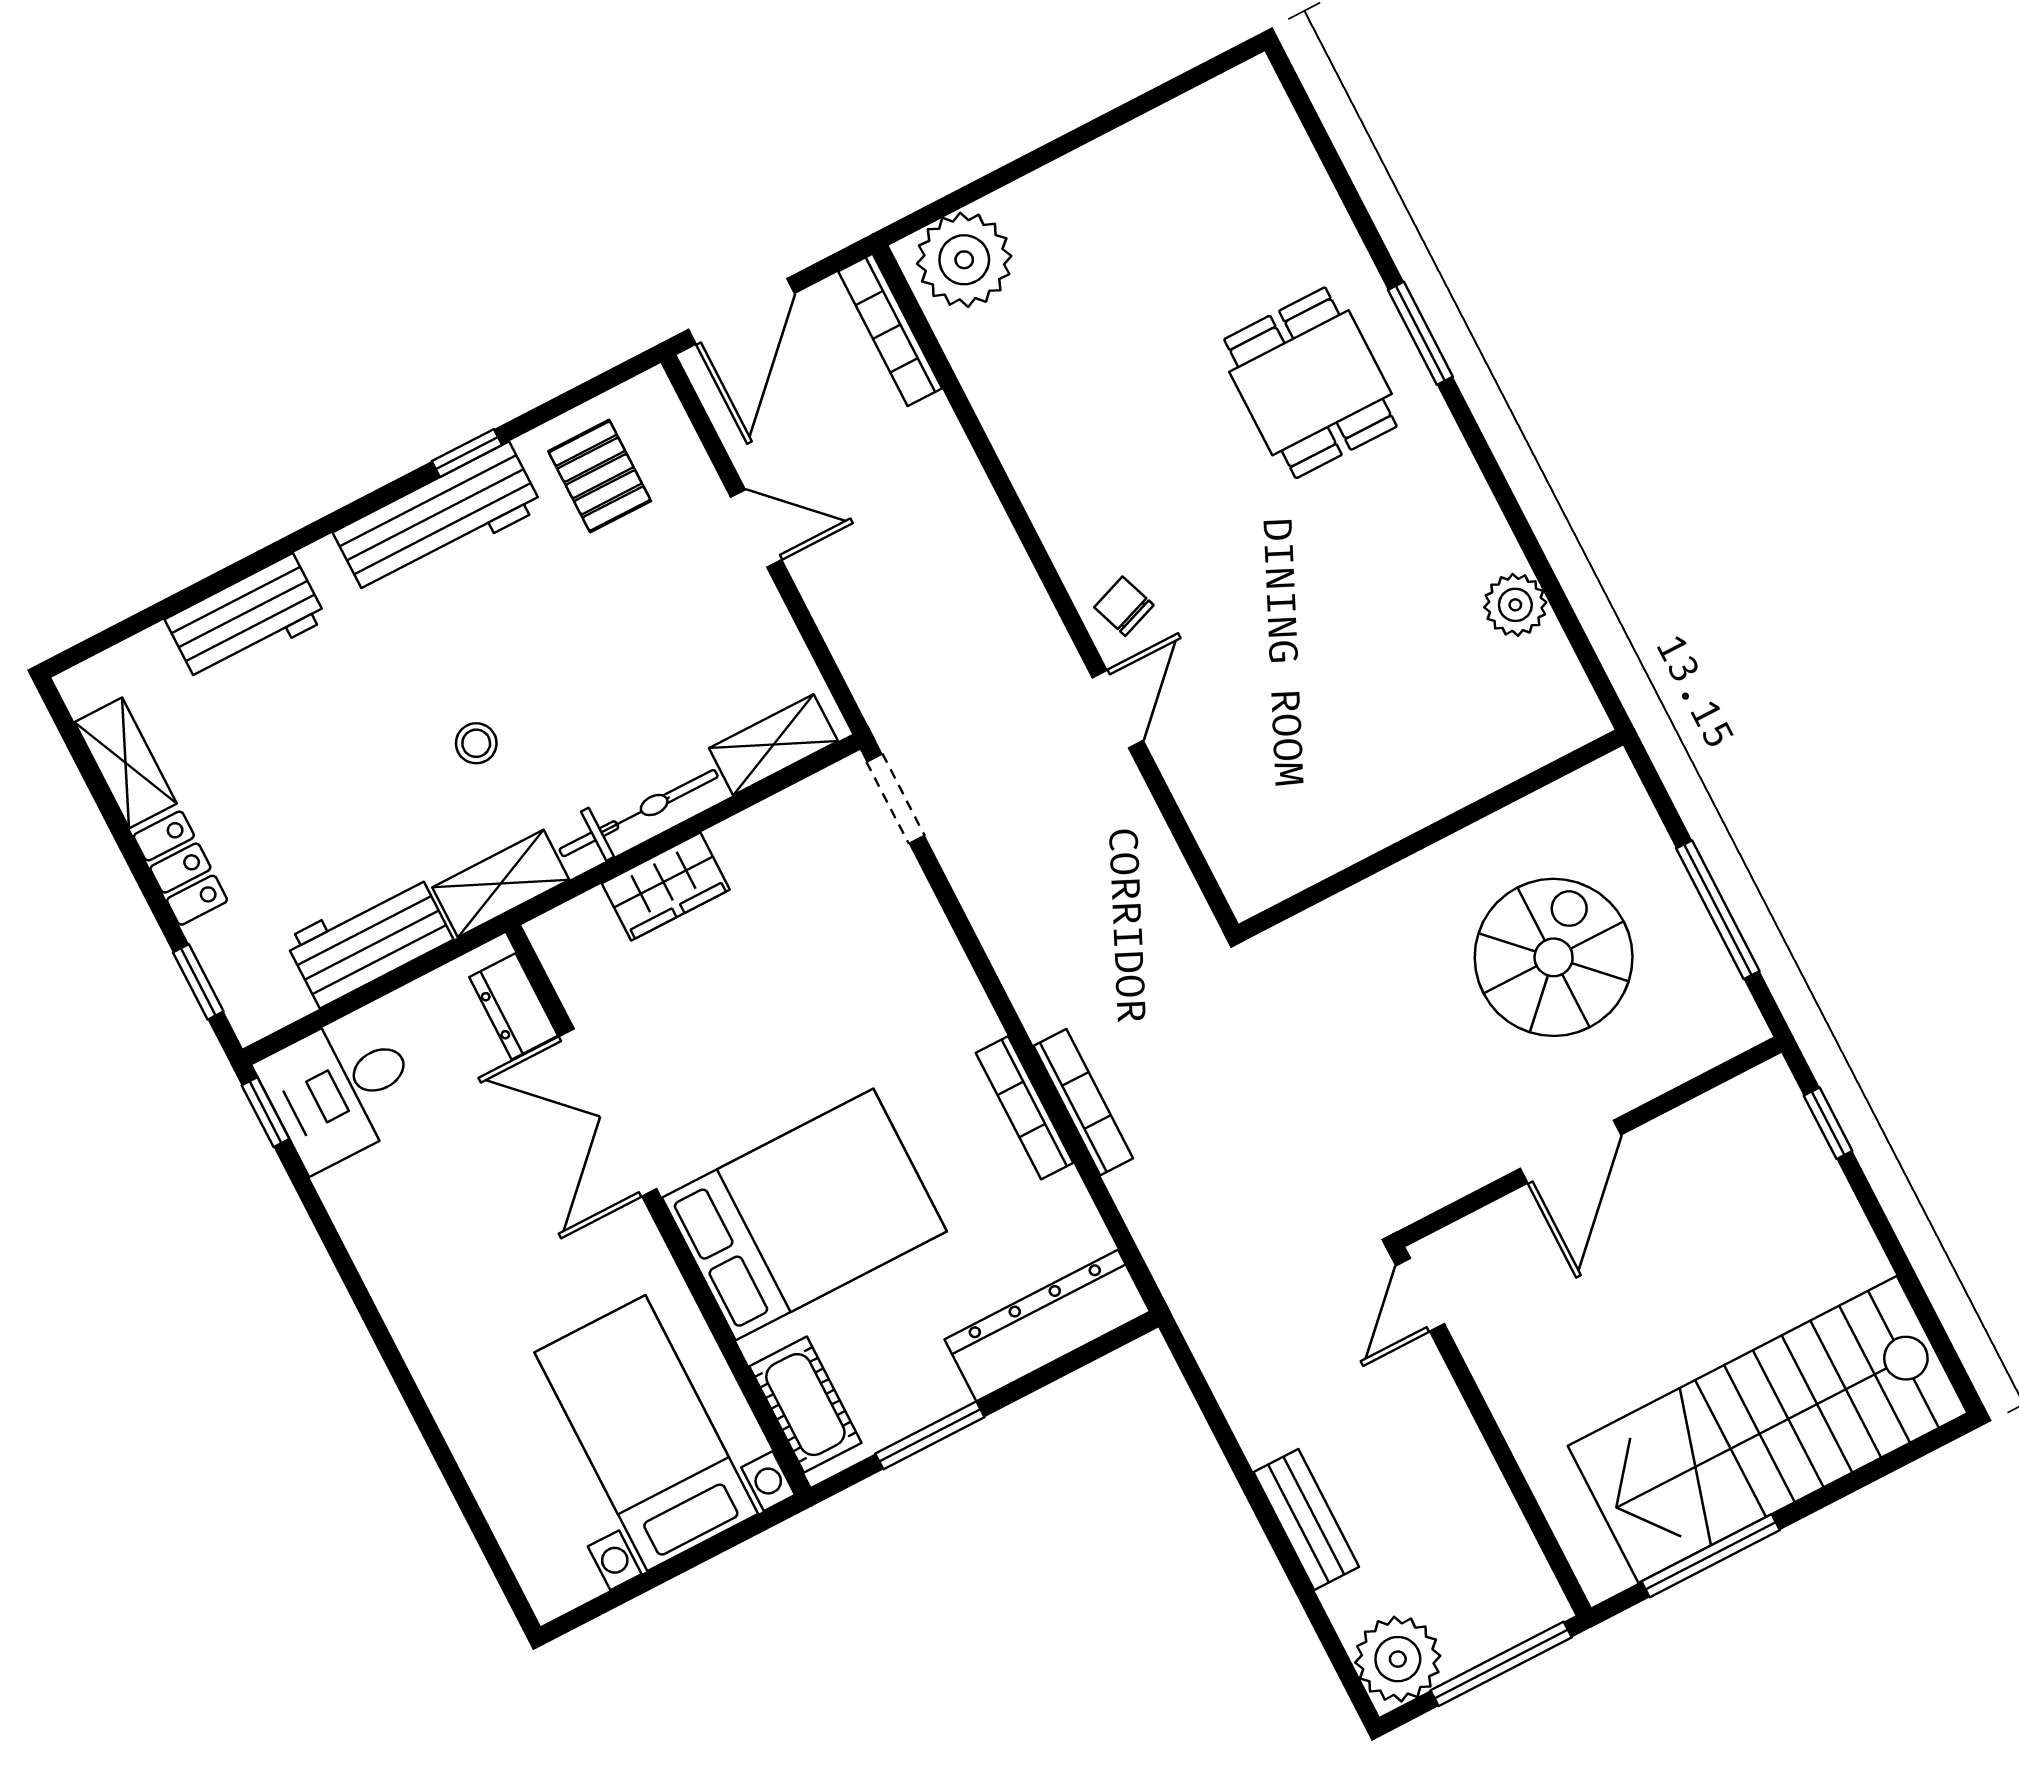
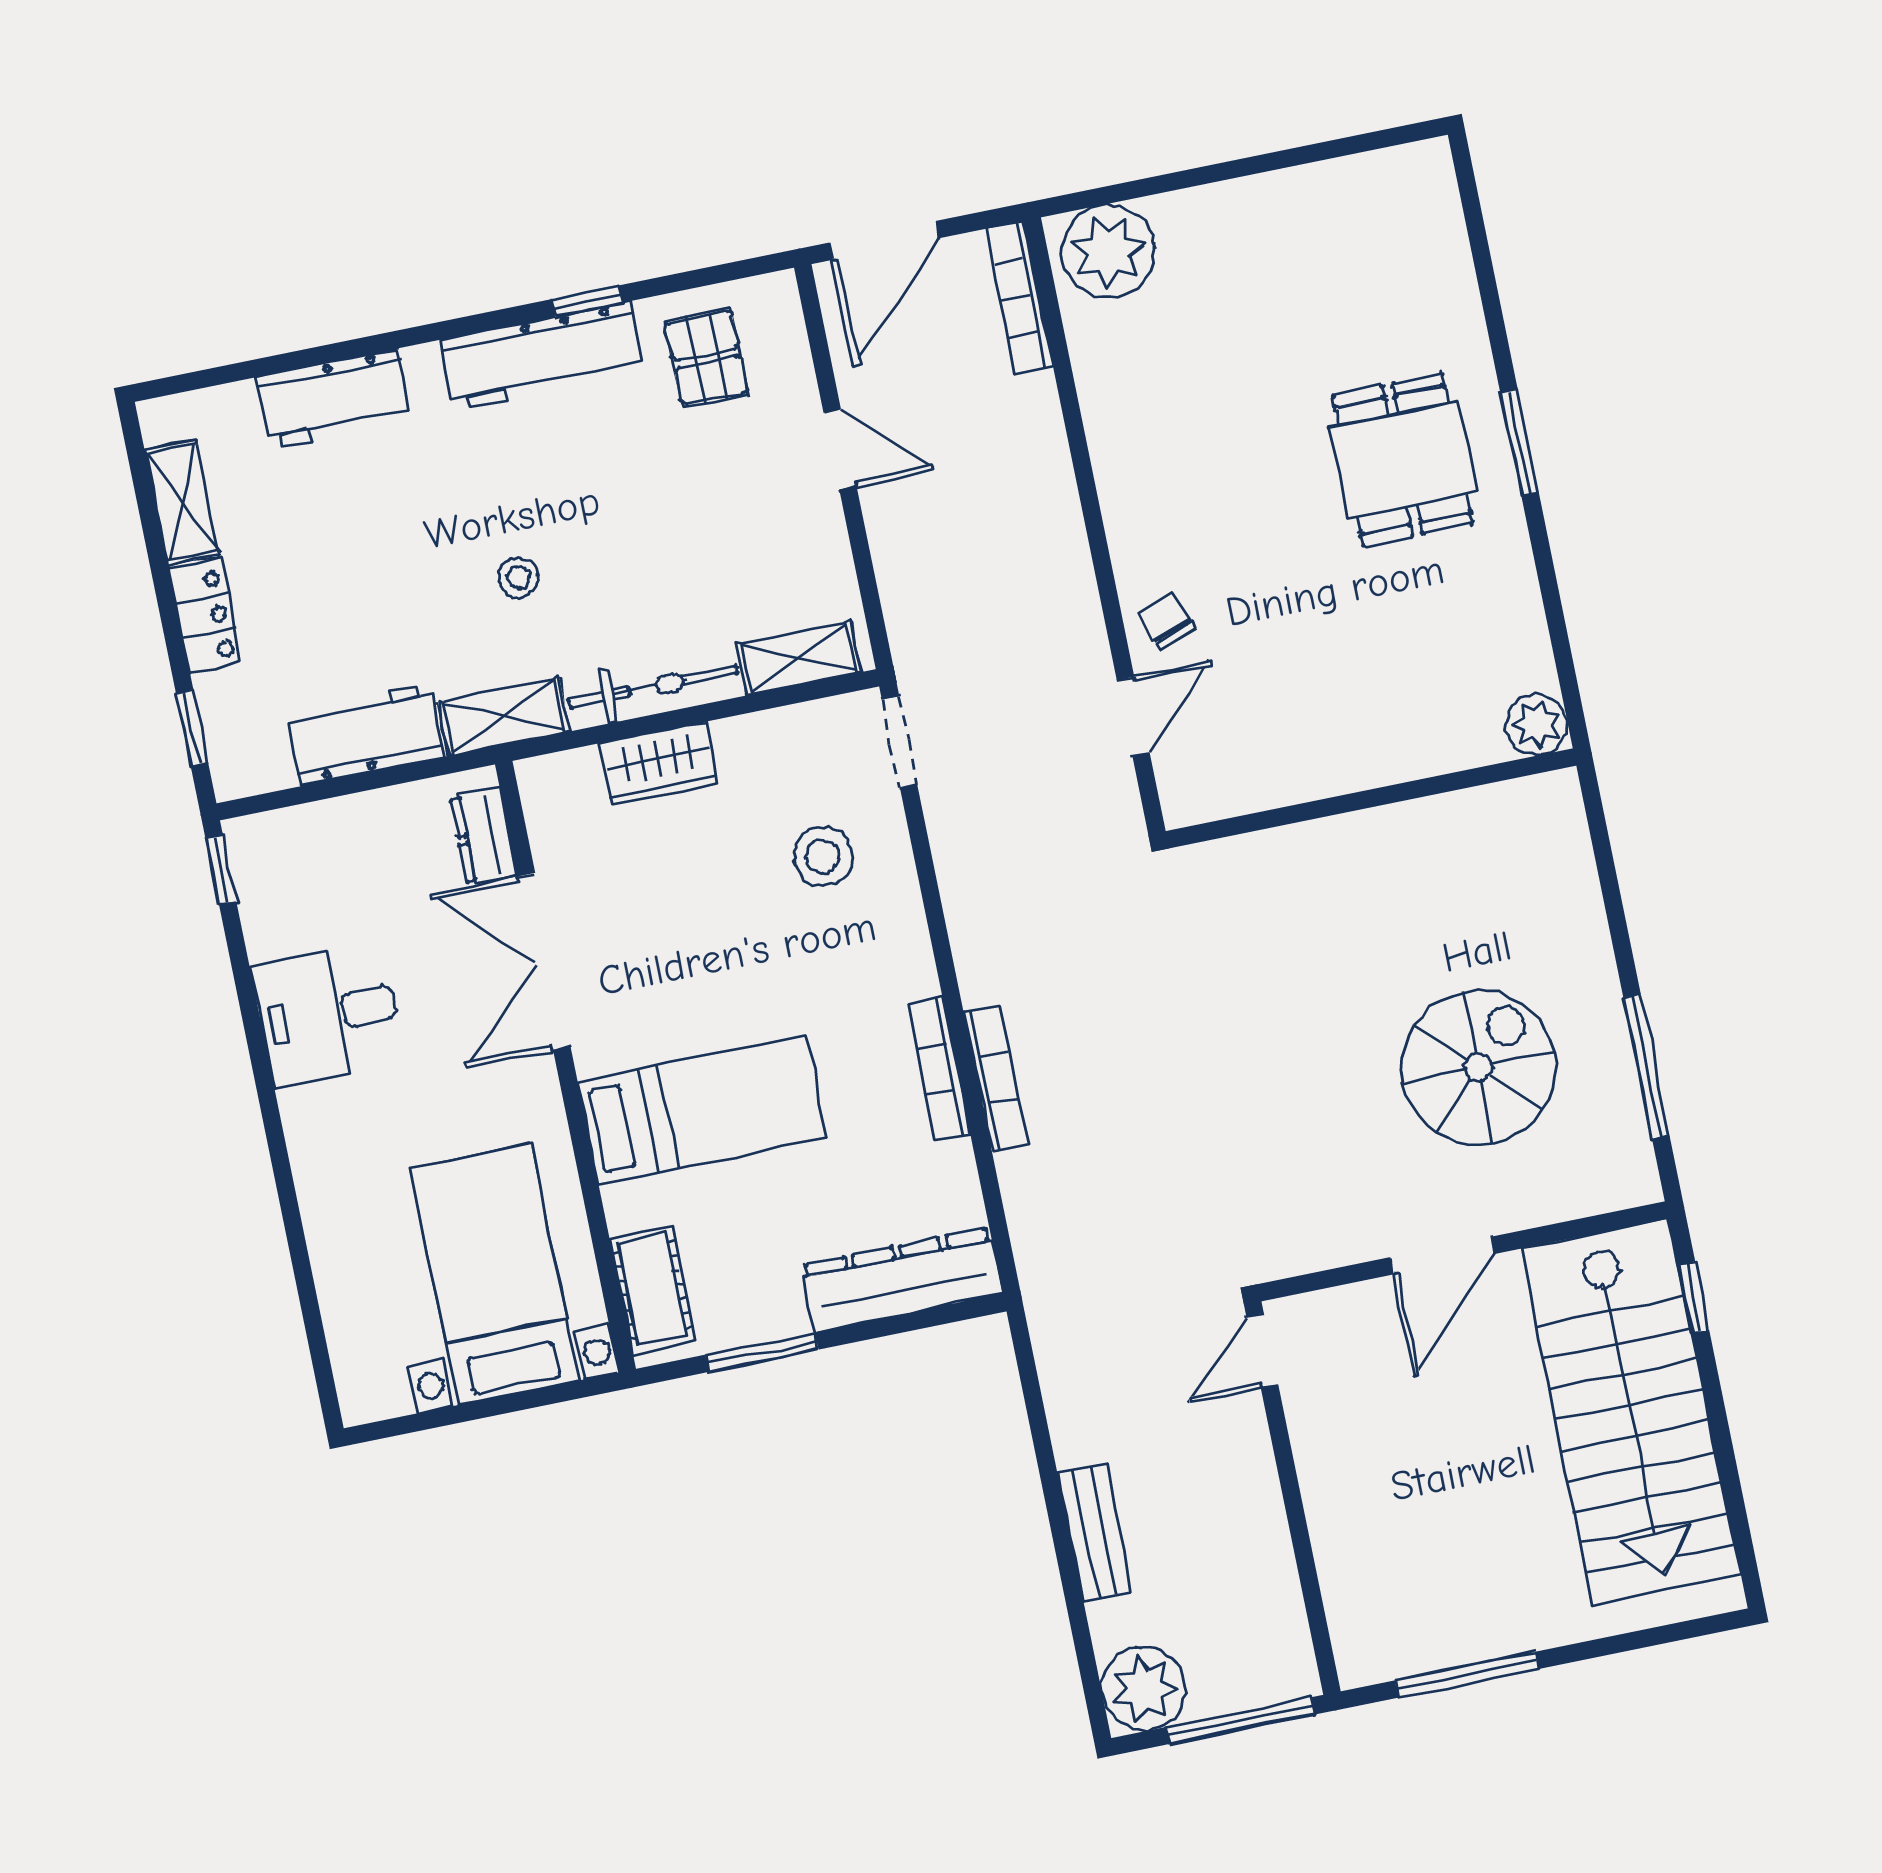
wall: (1431, 835) -> (1371, 798), moved
stool: (852, 933) -> (823, 857), added
desk: (341, 1089) -> (328, 1015), moved
bed: (804, 1215) -> (702, 1110), width x0.67
stairs: (1768, 1429) -> (1630, 1412), moved, turned -90

